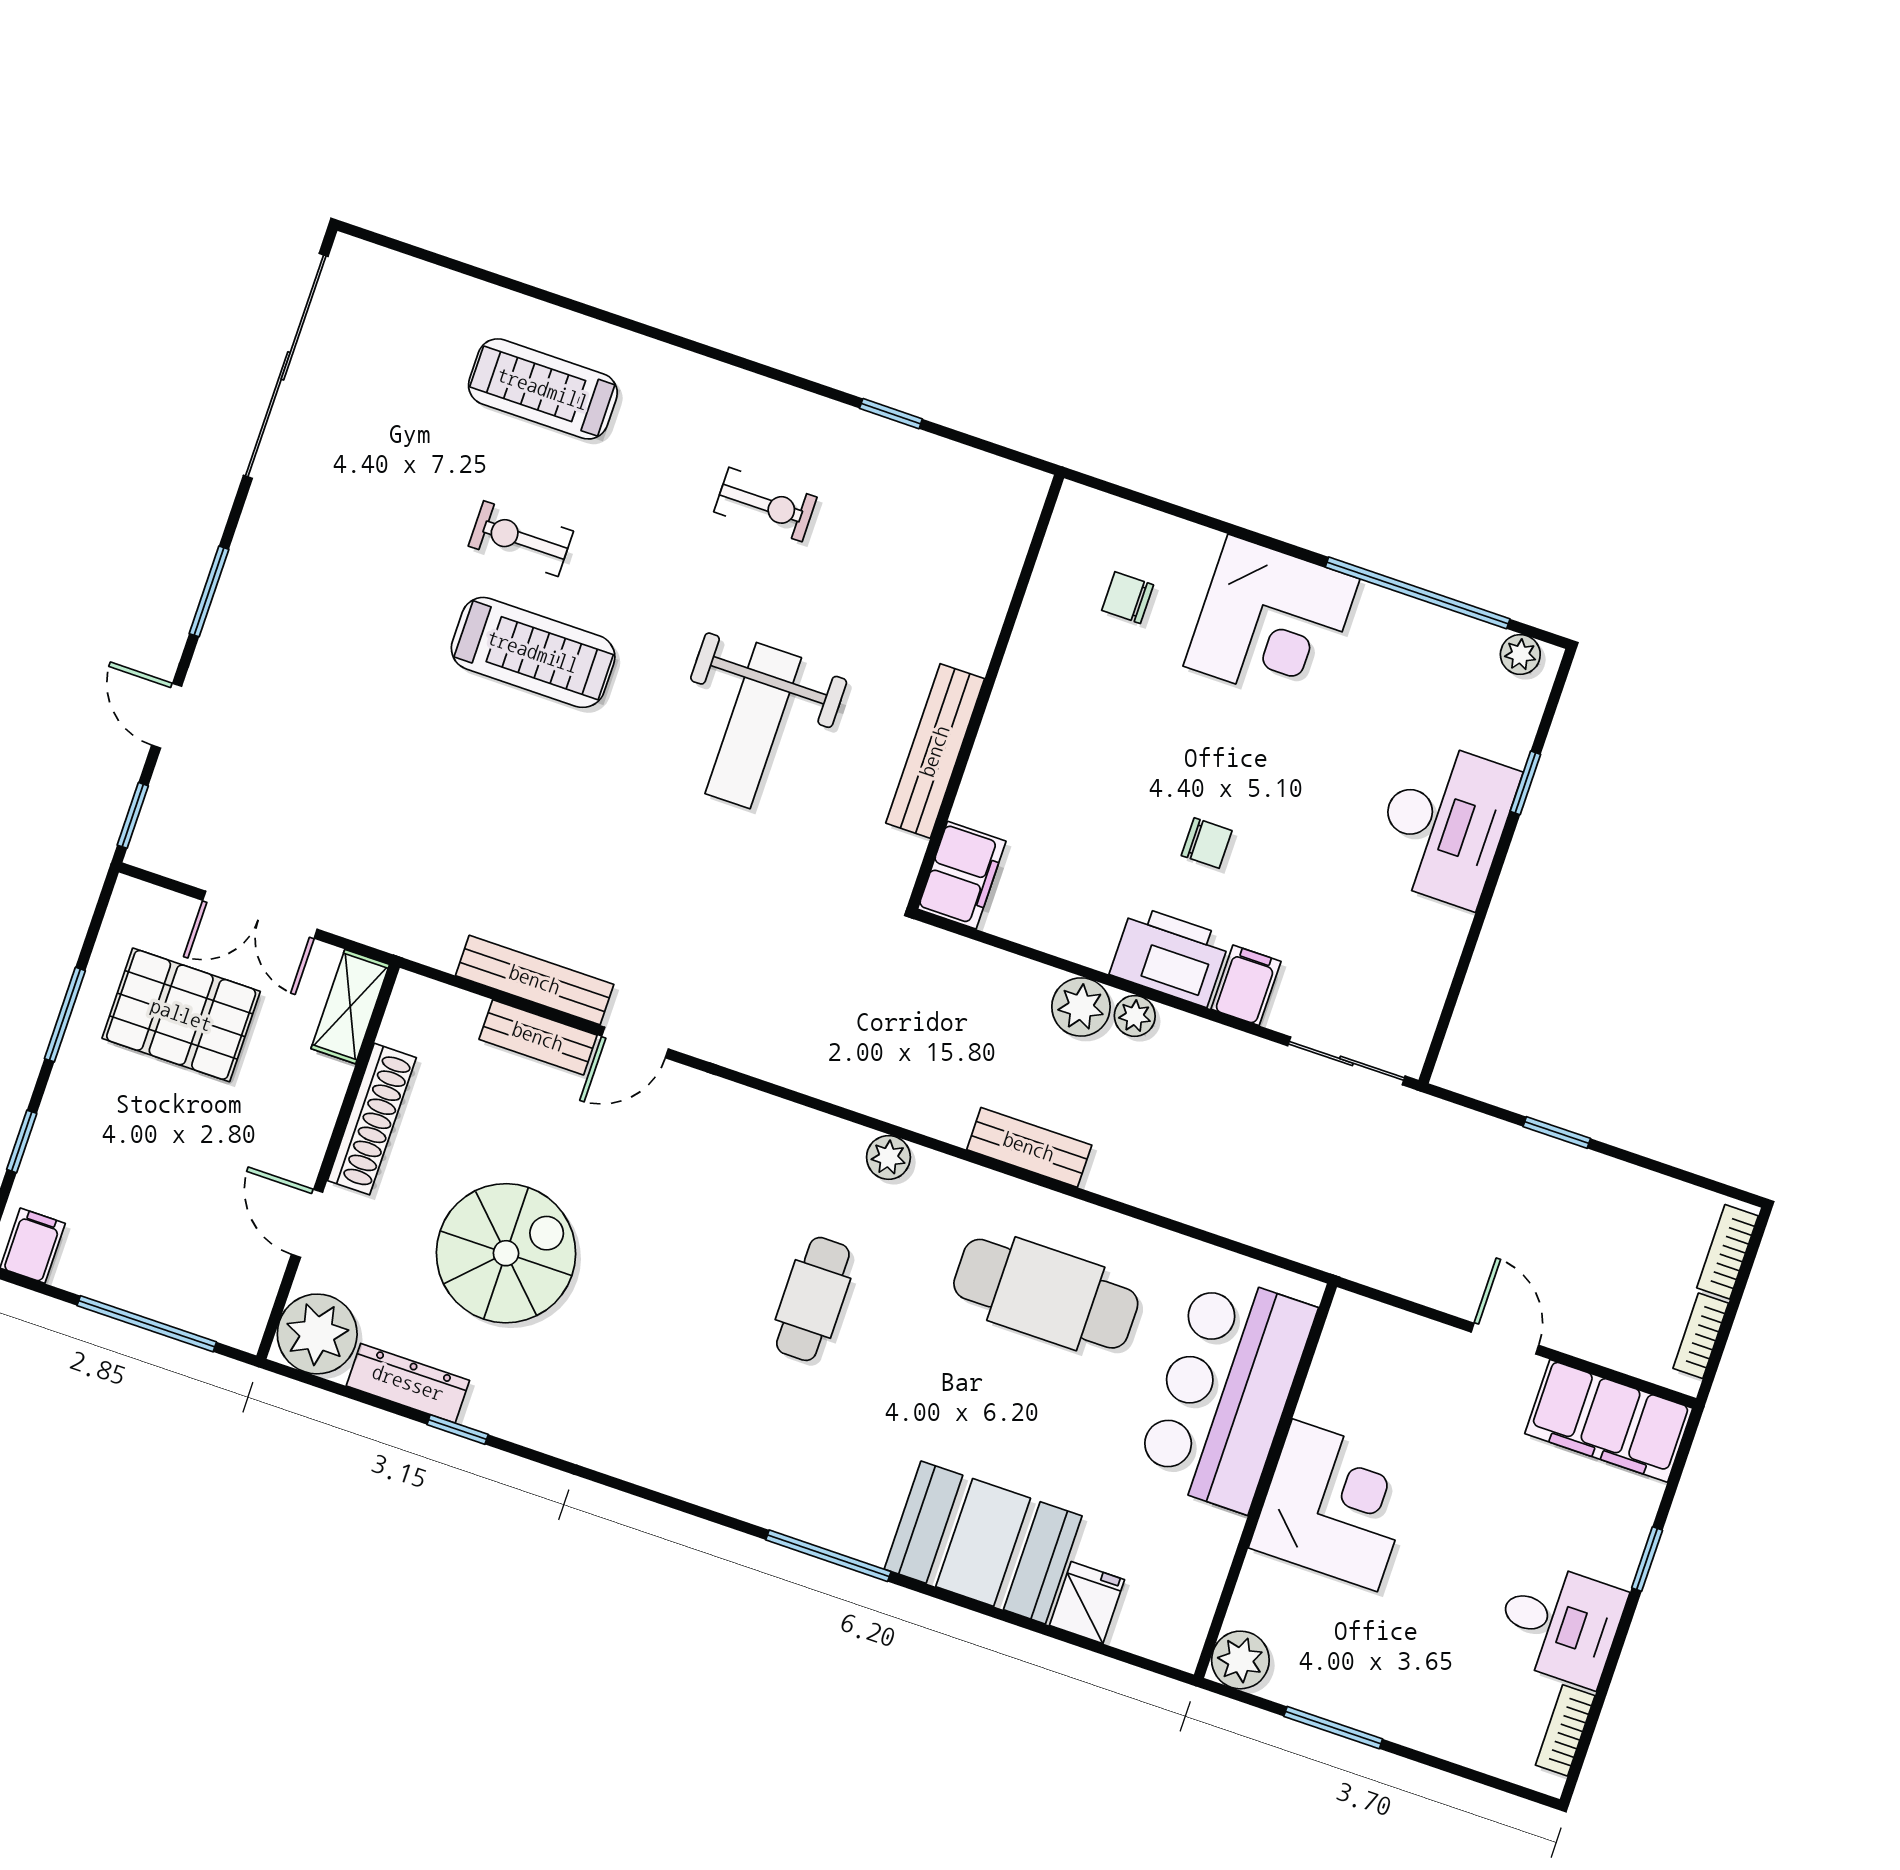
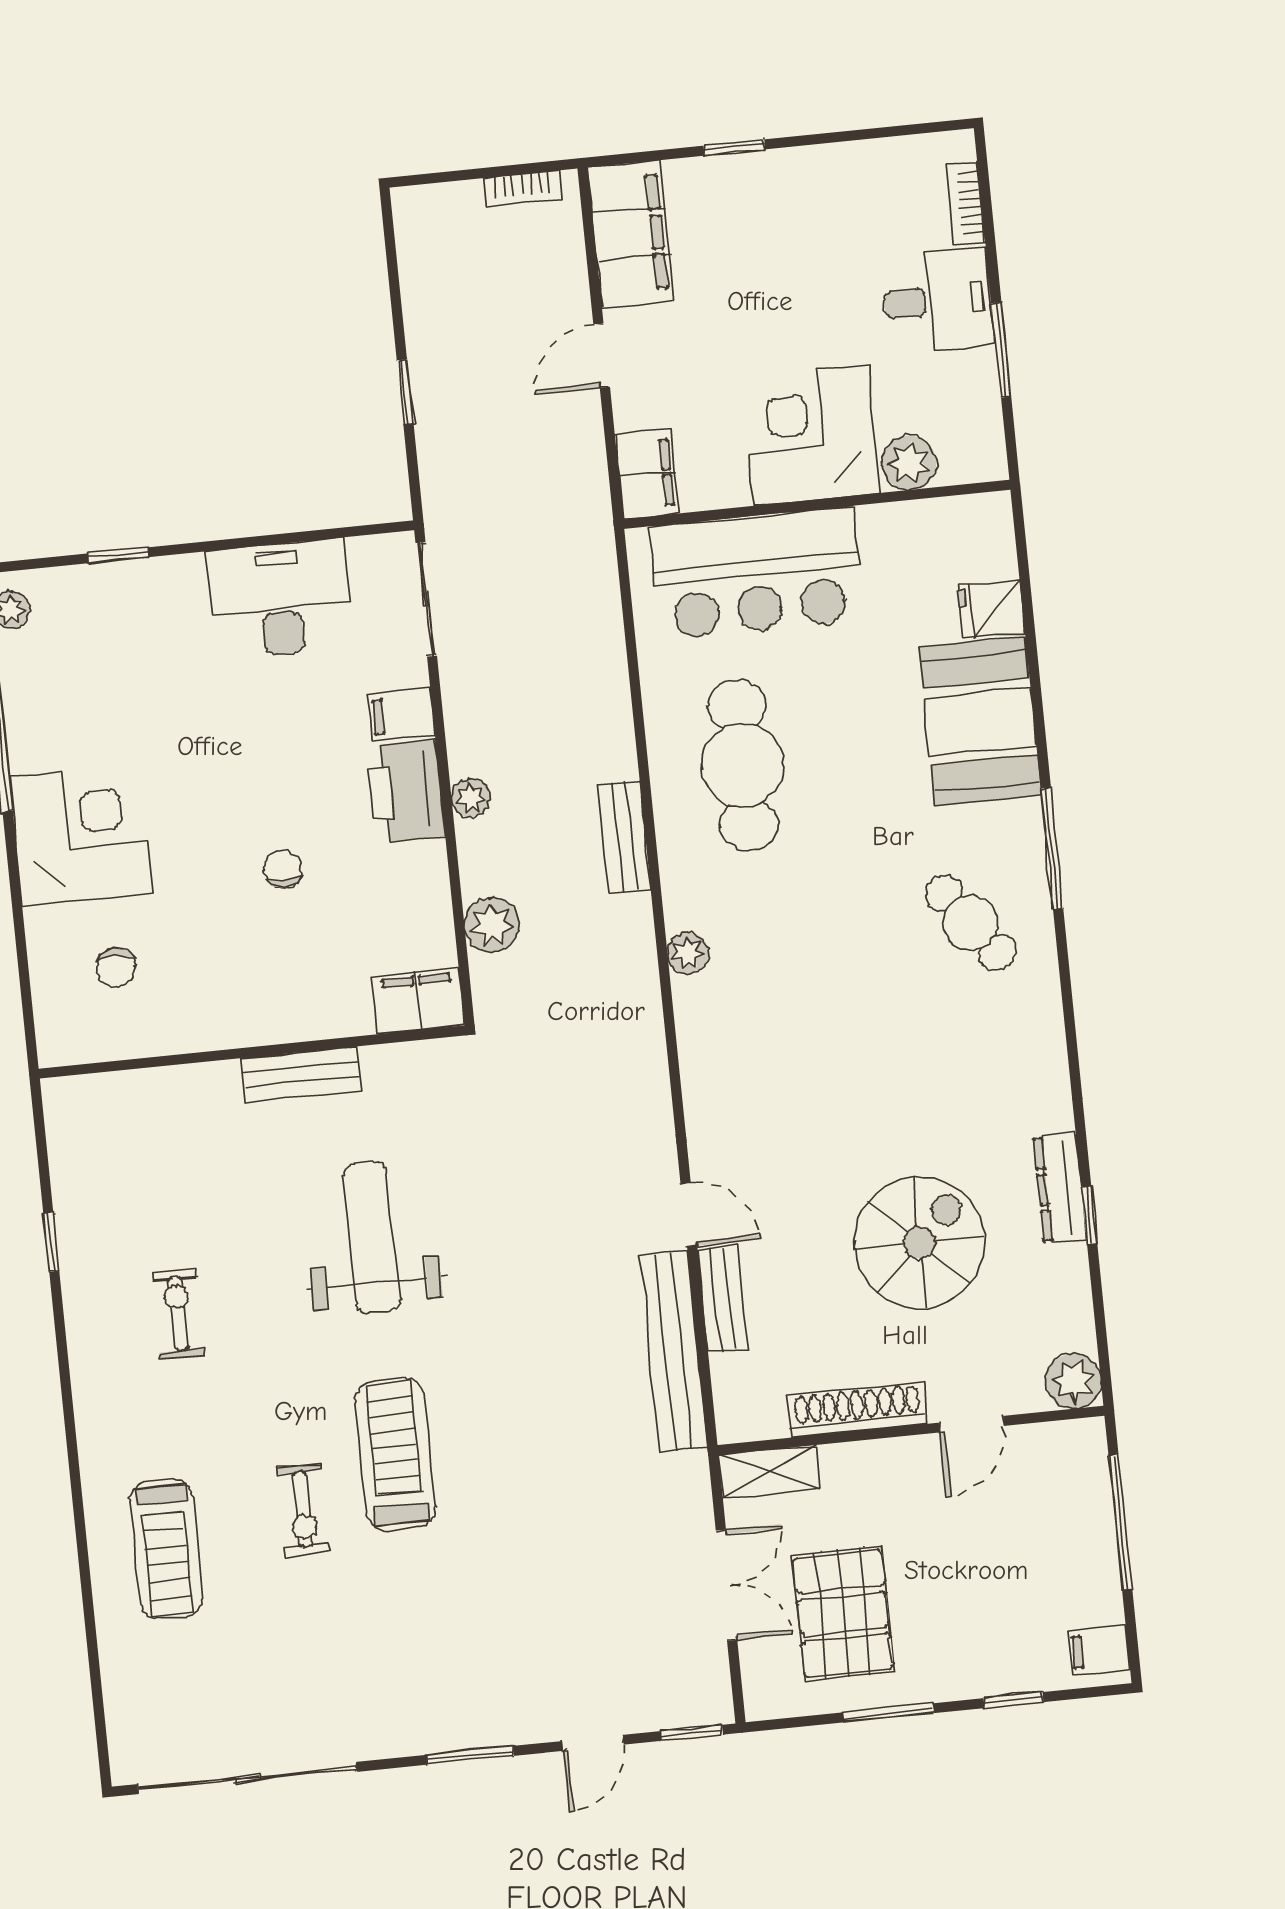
weight bench: (753, 726) -> (372, 1238), turned -90
bench: (935, 751) -> (301, 1074), width x0.73
desk: (1444, 823) -> (280, 599), moved
chair: (1207, 843) -> (283, 869), moved
bench: (535, 980) -> (673, 1352), width x1.37, depth x1.21
plant: (1081, 1007) -> (492, 925), moved
bookcase: (1727, 1252) -> (440, 199), removed
spiral stairs: (506, 1253) -> (920, 1243), turned 90
cafe table: (813, 1299) -> (971, 923), moved, turned 54
filing cabinet: (1370, 1330) -> (647, 474), added
plant: (317, 1334) -> (1073, 1381), width x0.73, depth x0.73
dresser: (408, 1383) -> (1060, 1188), moved
desk: (1560, 1624) -> (938, 300), moved, turned 90
plant: (1240, 1660) -> (909, 463), moved
bookcase: (1565, 1730) -> (965, 204), moved, turned 90

